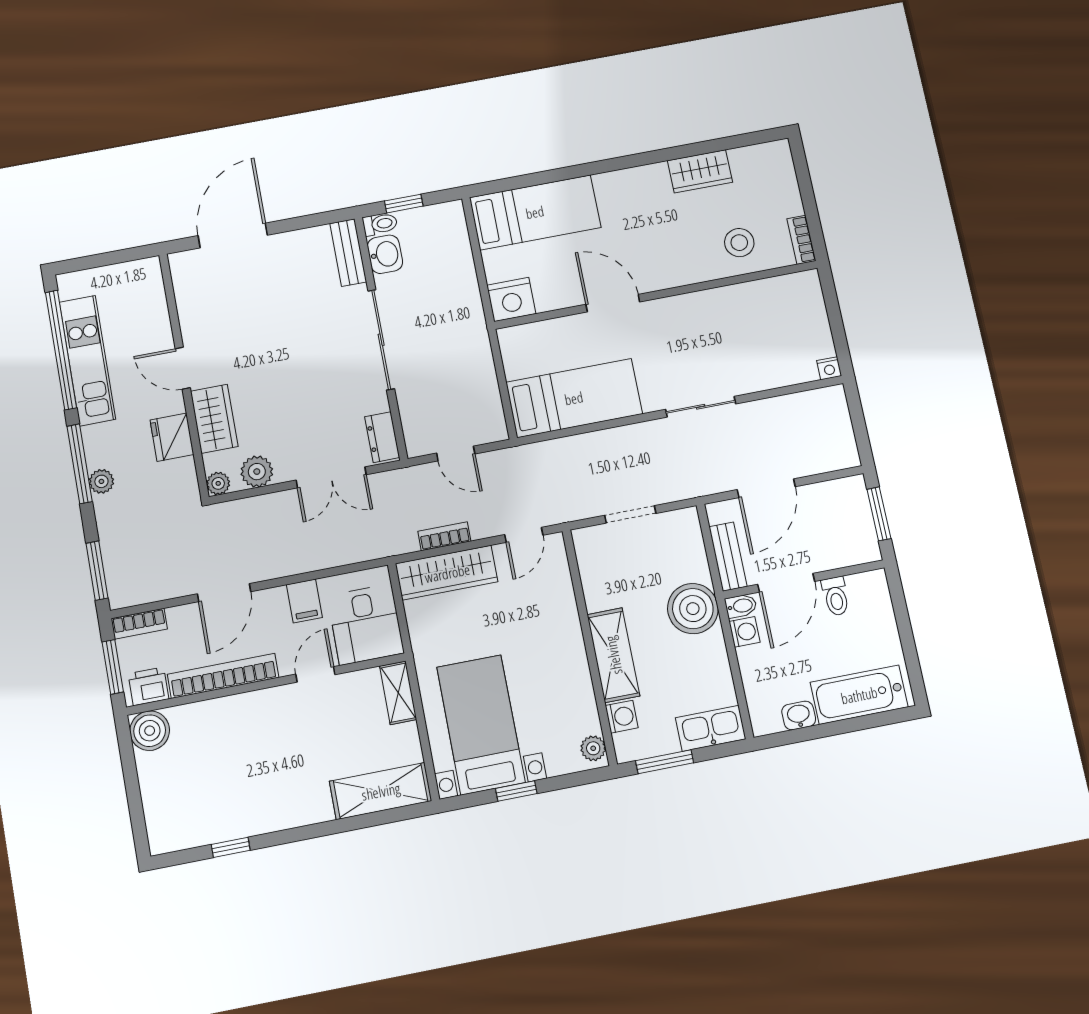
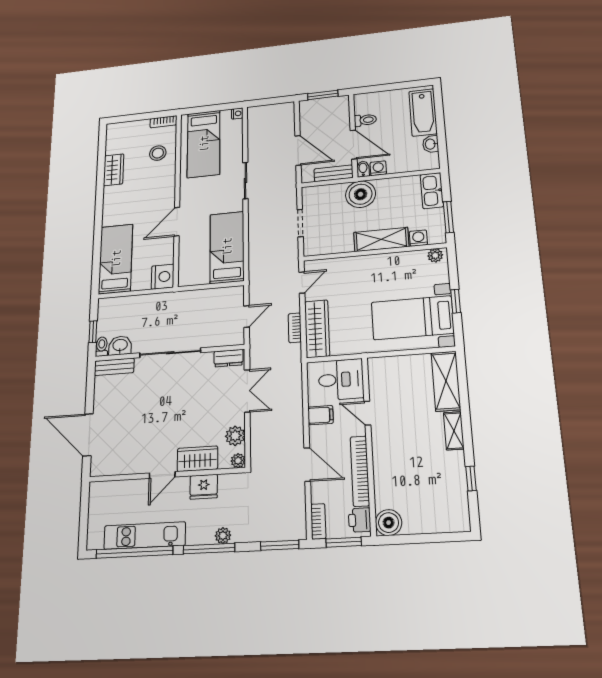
bed: (764, 320) -> (204, 144), added
door: (524, 535) -> (302, 283), hinge flipped
shelving: (398, 693) -> (454, 431), moved, turned 90

